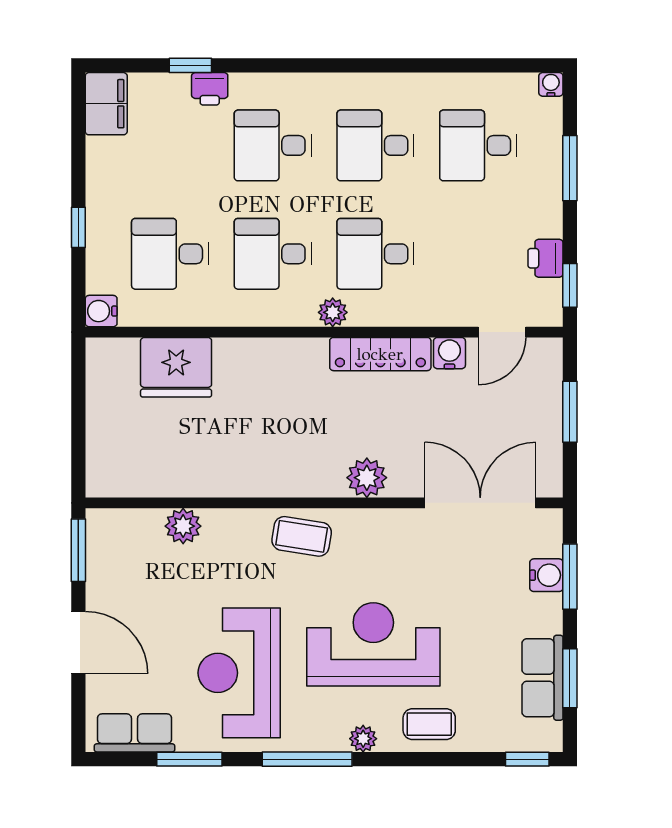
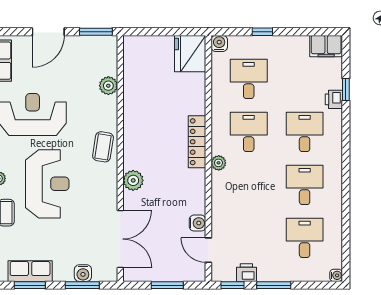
window: (570, 168) -> (274, 285), moved
desk: (375, 254) -> (249, 185), removed
locker: (380, 354) -> (197, 142), moved
fridge: (176, 367) -> (190, 54), moved

